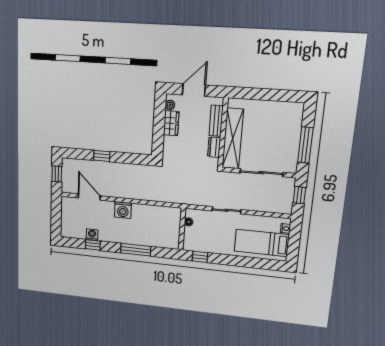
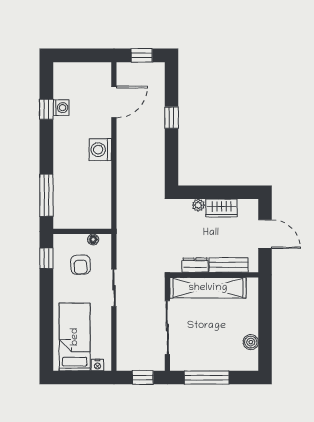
plant: (170, 105) -> (198, 205), moved
boiler: (280, 107) -> (251, 342), added
armchair: (207, 233) -> (81, 265), added
window: (136, 250) -> (46, 195), moved

